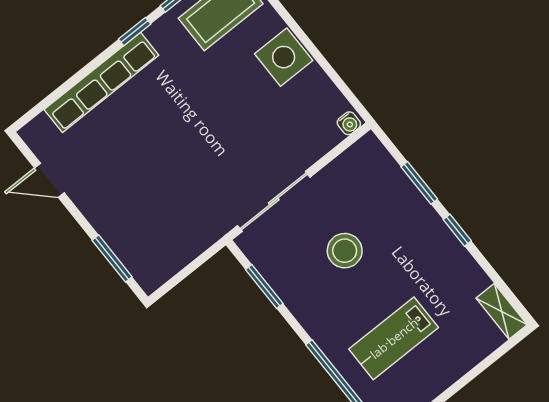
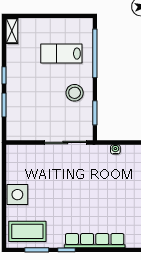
water cooler: (349, 123) -> (115, 149), moved
stool: (345, 251) -> (75, 93), moved
lab bench: (394, 338) -> (61, 54), turned 180

